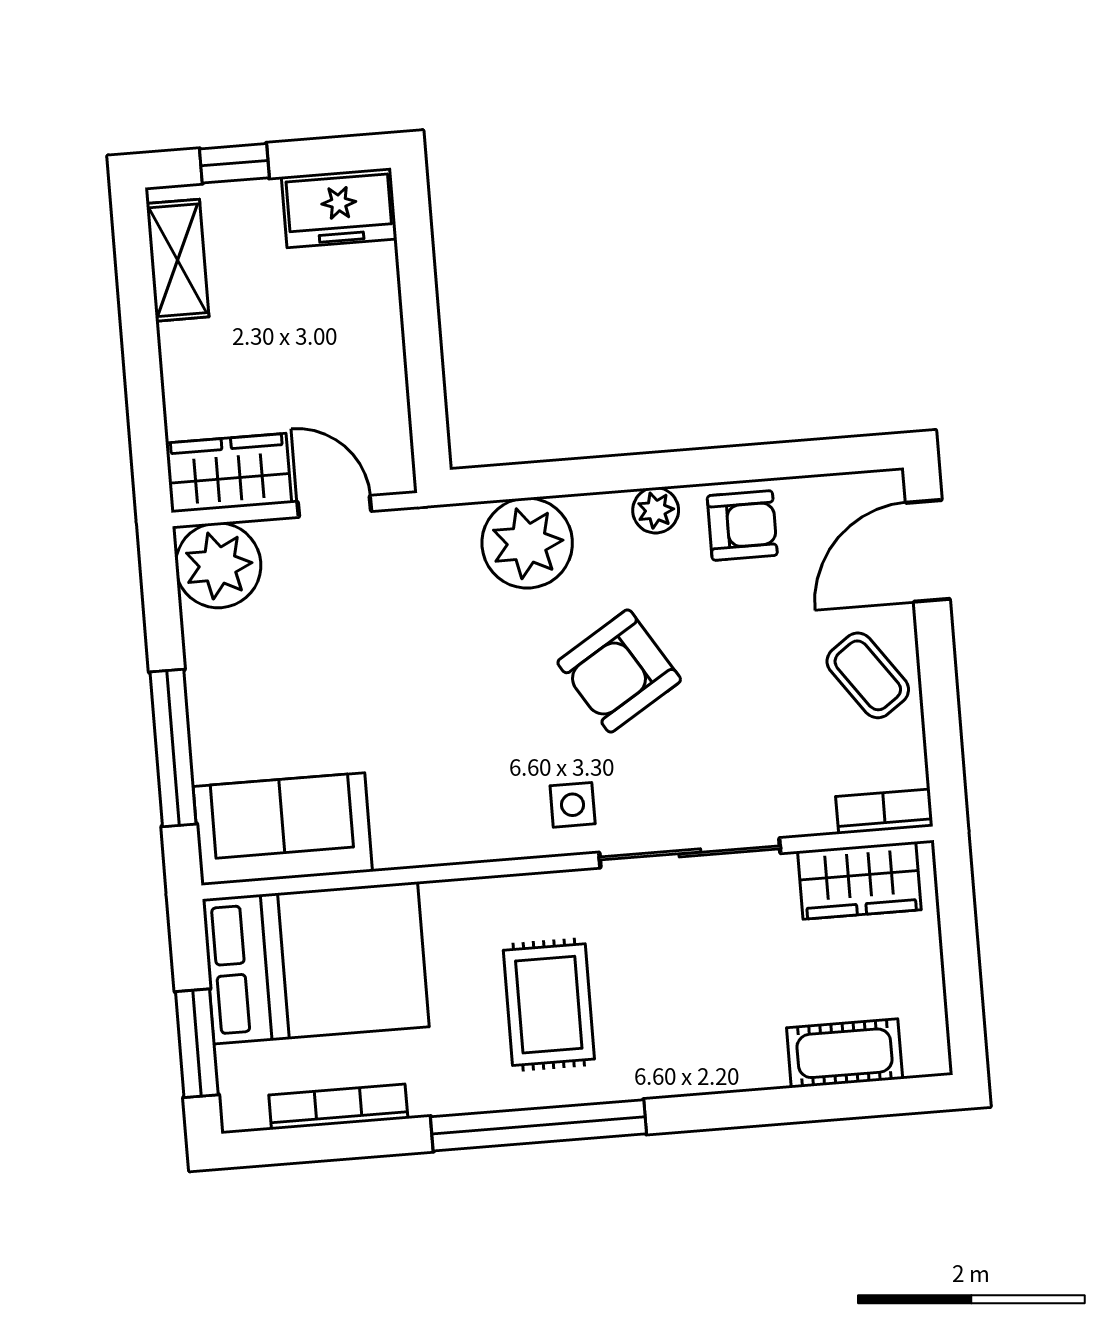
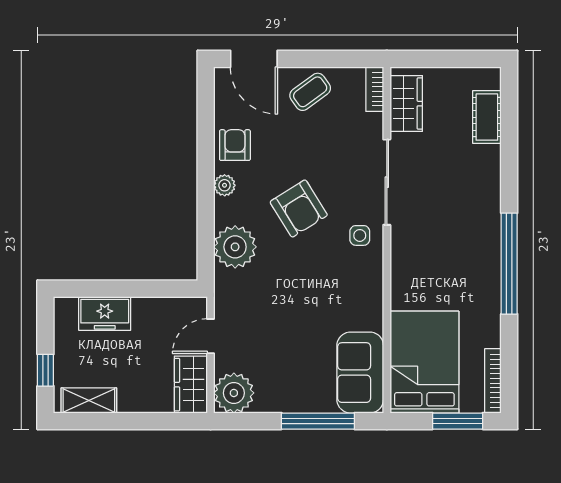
freezer: (339, 208) -> (105, 313), moved, turned 90
rug: (549, 1005) -> (453, 254), removed
bookcase: (338, 1107) -> (493, 381), moved

